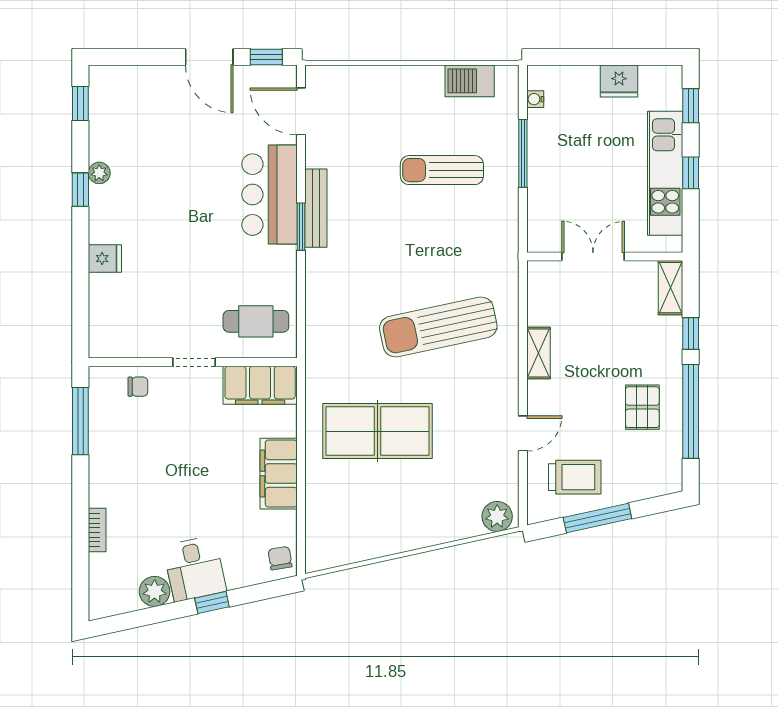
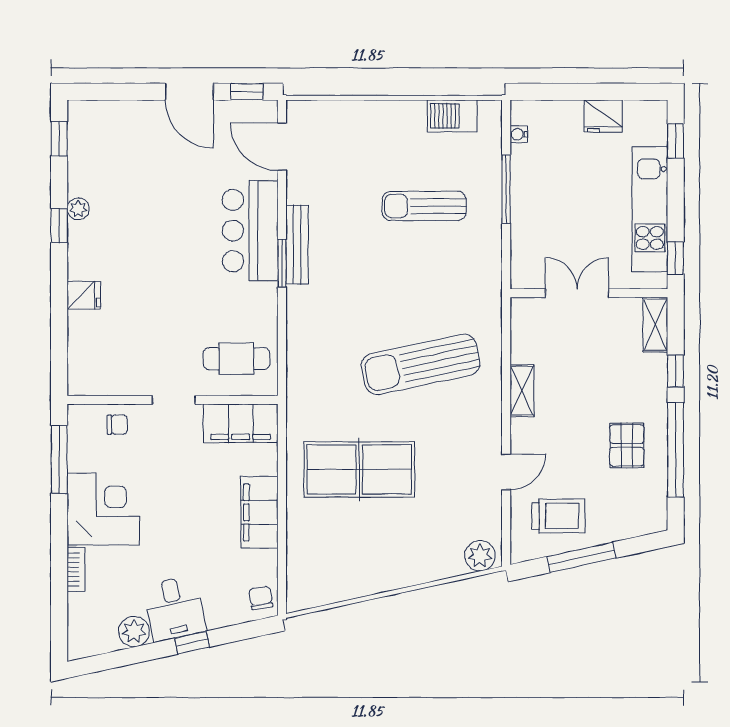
window: (691, 173) -> (676, 258), moved
corner desk: (124, 470) -> (103, 509), added

